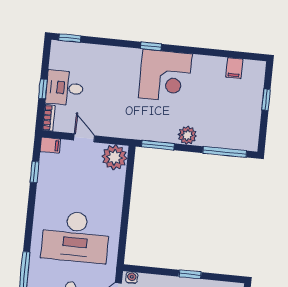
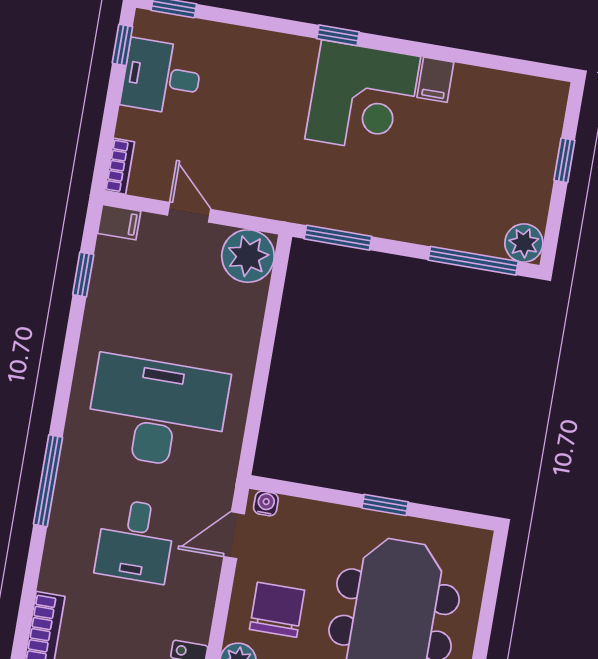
filing cabinet: (234, 68) -> (435, 80), moved
desk: (65, 88) -> (162, 77), moved
window: (43, 89) -> (122, 45), moved
plant: (187, 135) -> (524, 243), moved
desk: (75, 237) -> (157, 412), turned 180

